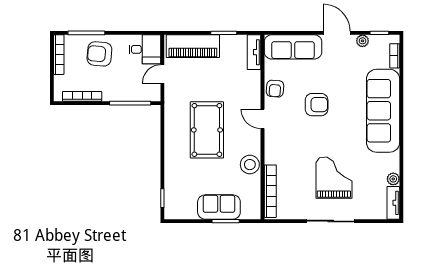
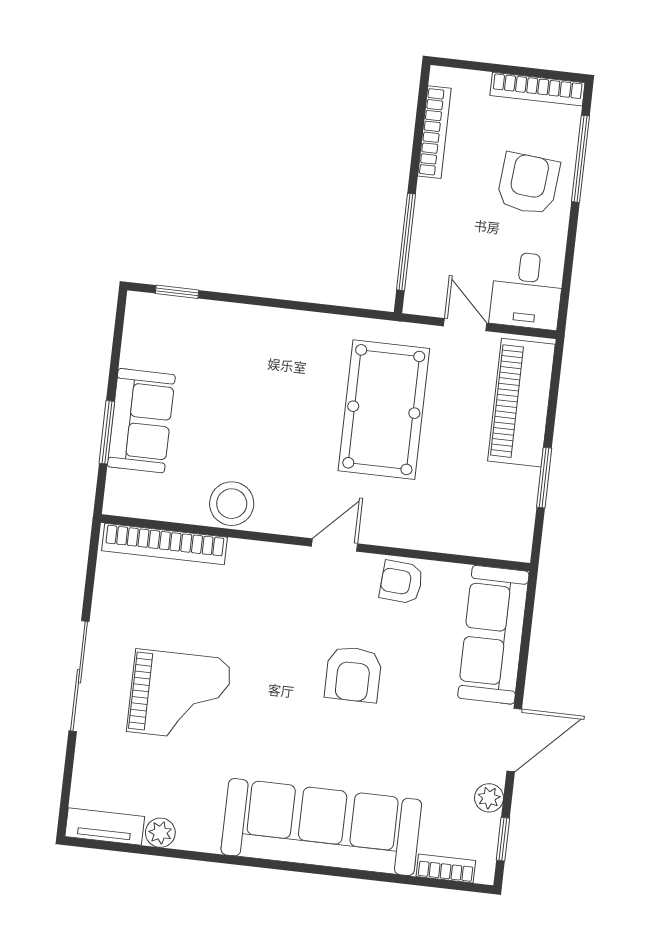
tv unit: (254, 52) -> (491, 543), removed
pool table: (207, 130) -> (384, 410), moved, turned 90

